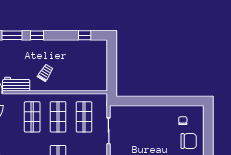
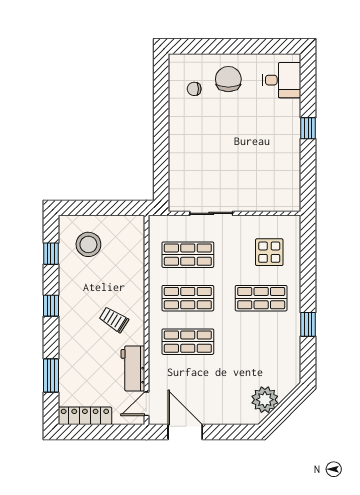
window: (37, 35) -> (51, 306), moved
stool: (90, 58) -> (88, 244), added

